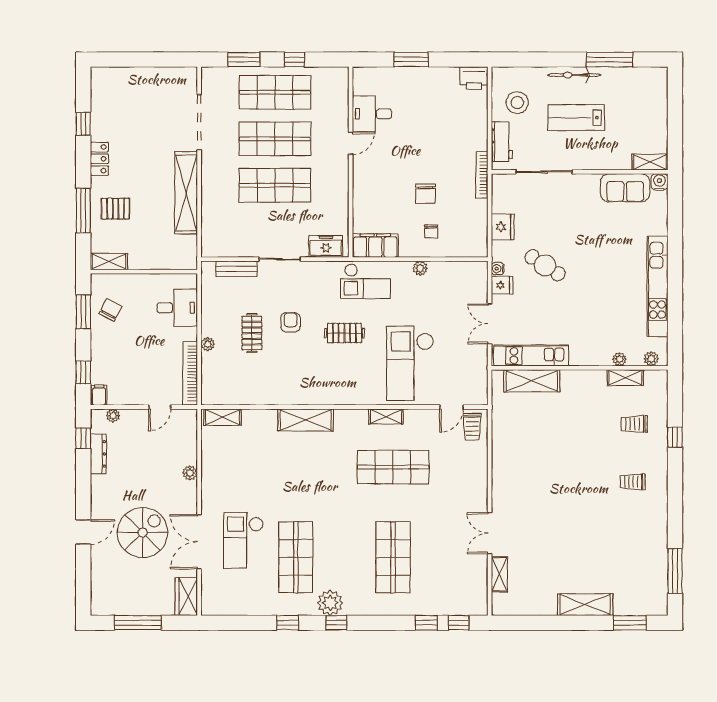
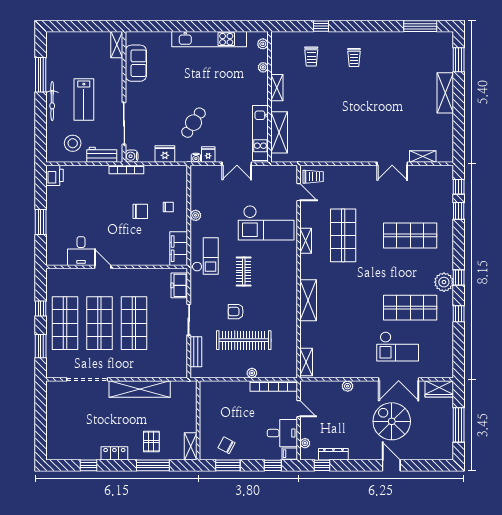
water cooler: (659, 182) -> (132, 156), moved
desk: (177, 308) -> (282, 433), moved, turned 90
clothes rail: (252, 333) -> (244, 340), width x1.86, depth x1.31
shelving: (625, 378) -> (277, 88), moved

